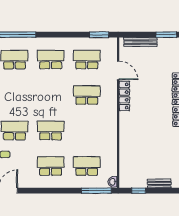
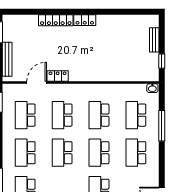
school desk: (51, 95) -> (62, 153), added
locker: (124, 96) -> (58, 76), width x0.66
school desk: (87, 130) -> (99, 115), added
window: (96, 191) -> (162, 126), moved

